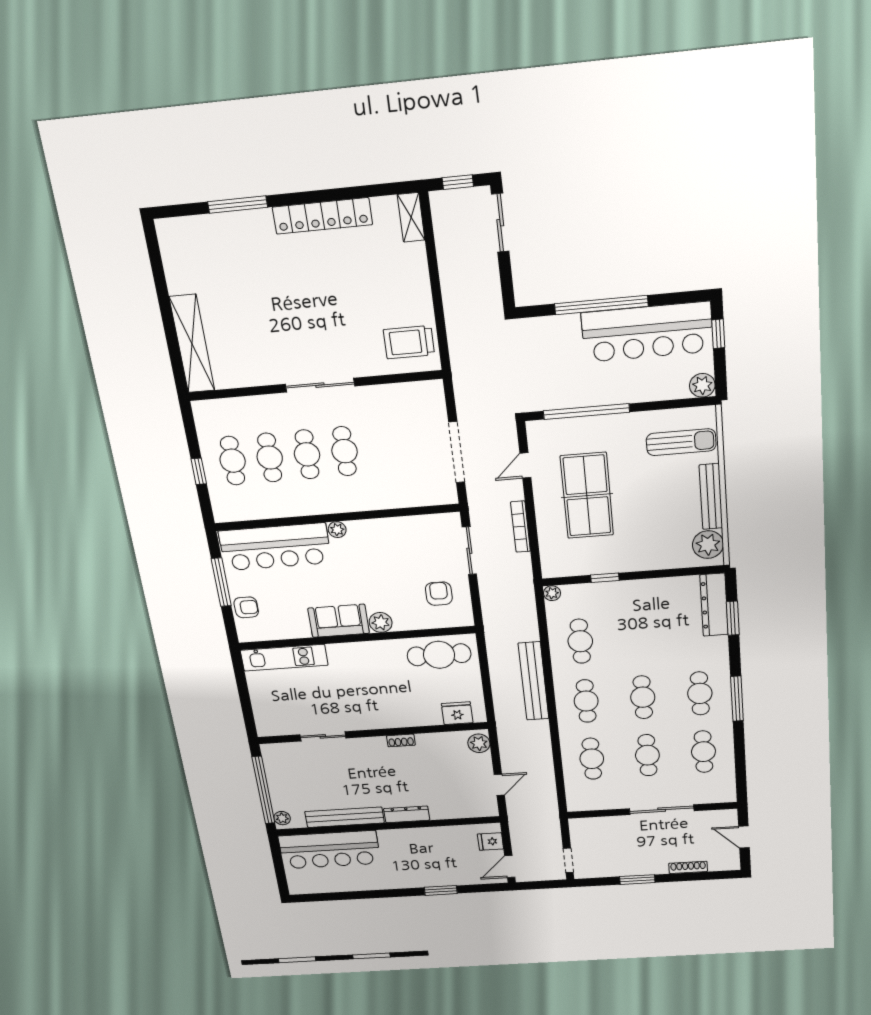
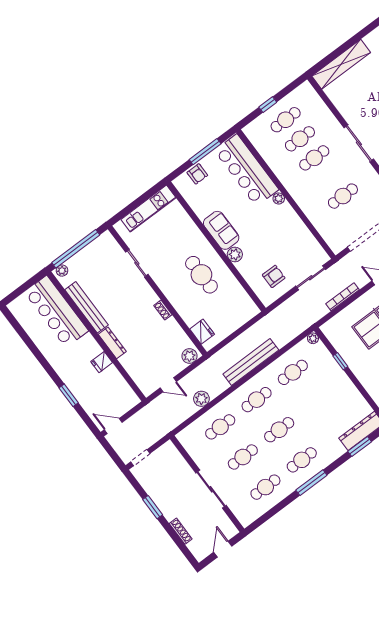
cafe table: (345, 451) -> (343, 196), moved
cafe table: (439, 655) -> (201, 275), moved
kitchen unit: (284, 658) -> (148, 209), moved, turned -90
plant: (542, 760) -> (201, 399), added
fridge: (490, 842) -> (102, 362), moved, turned -90

